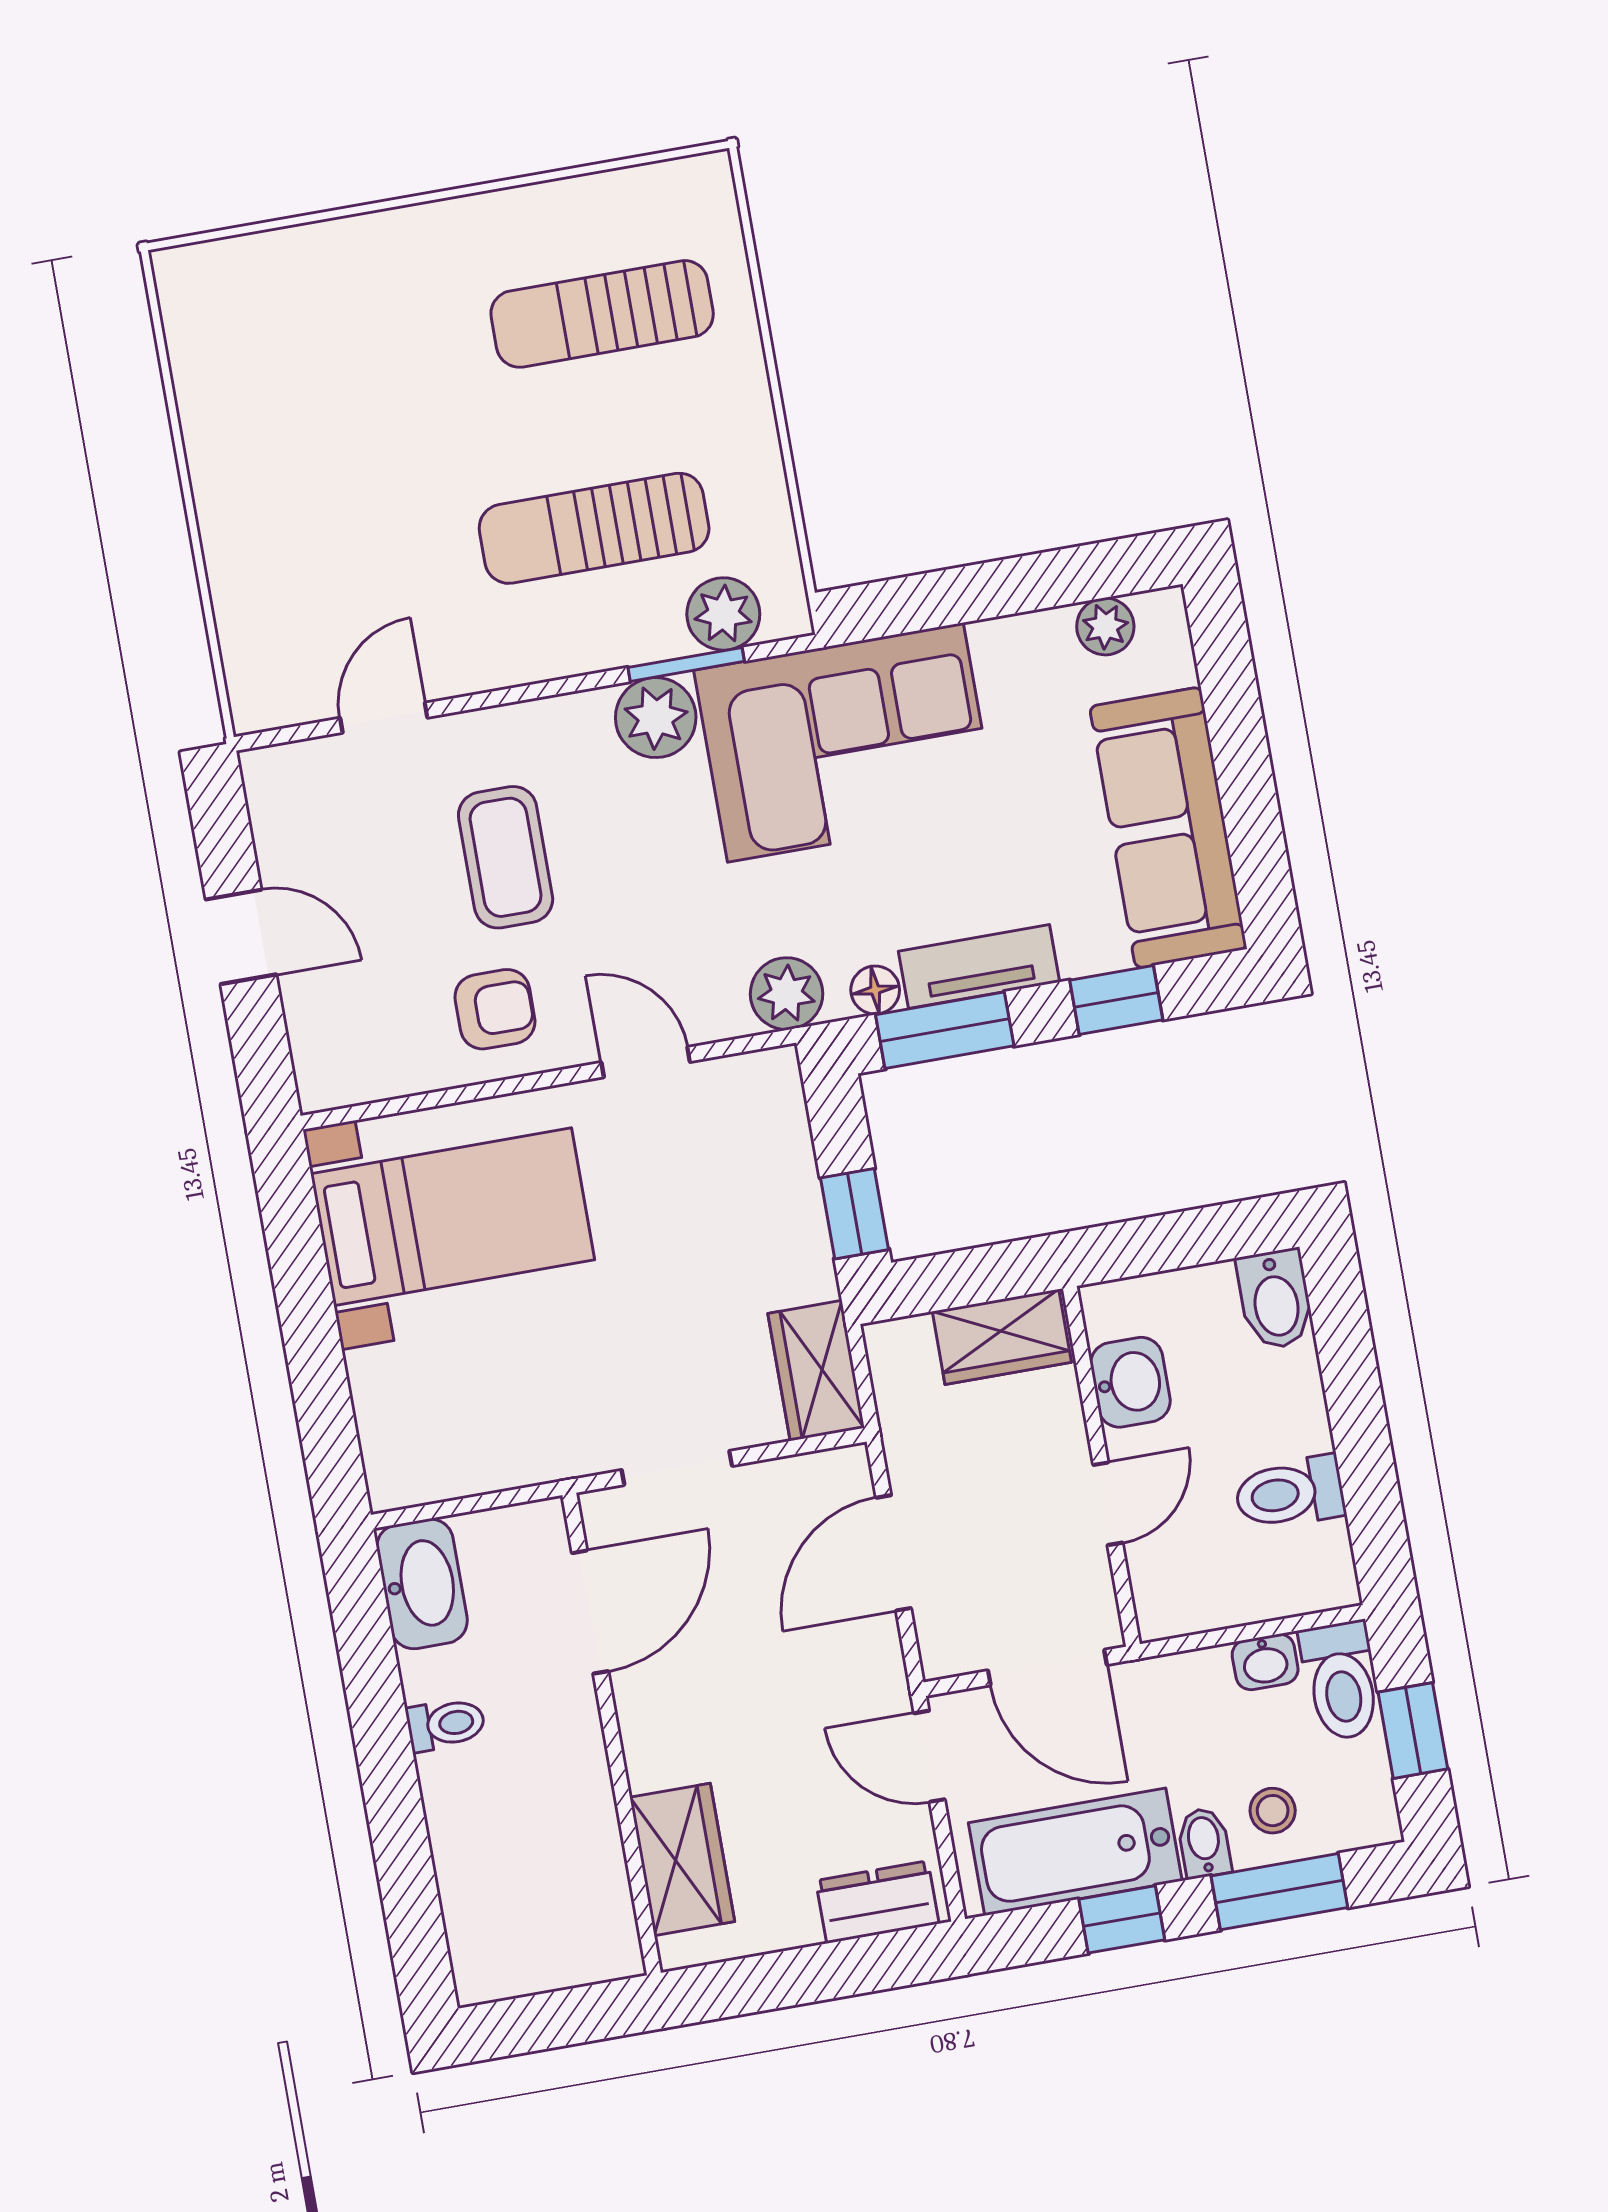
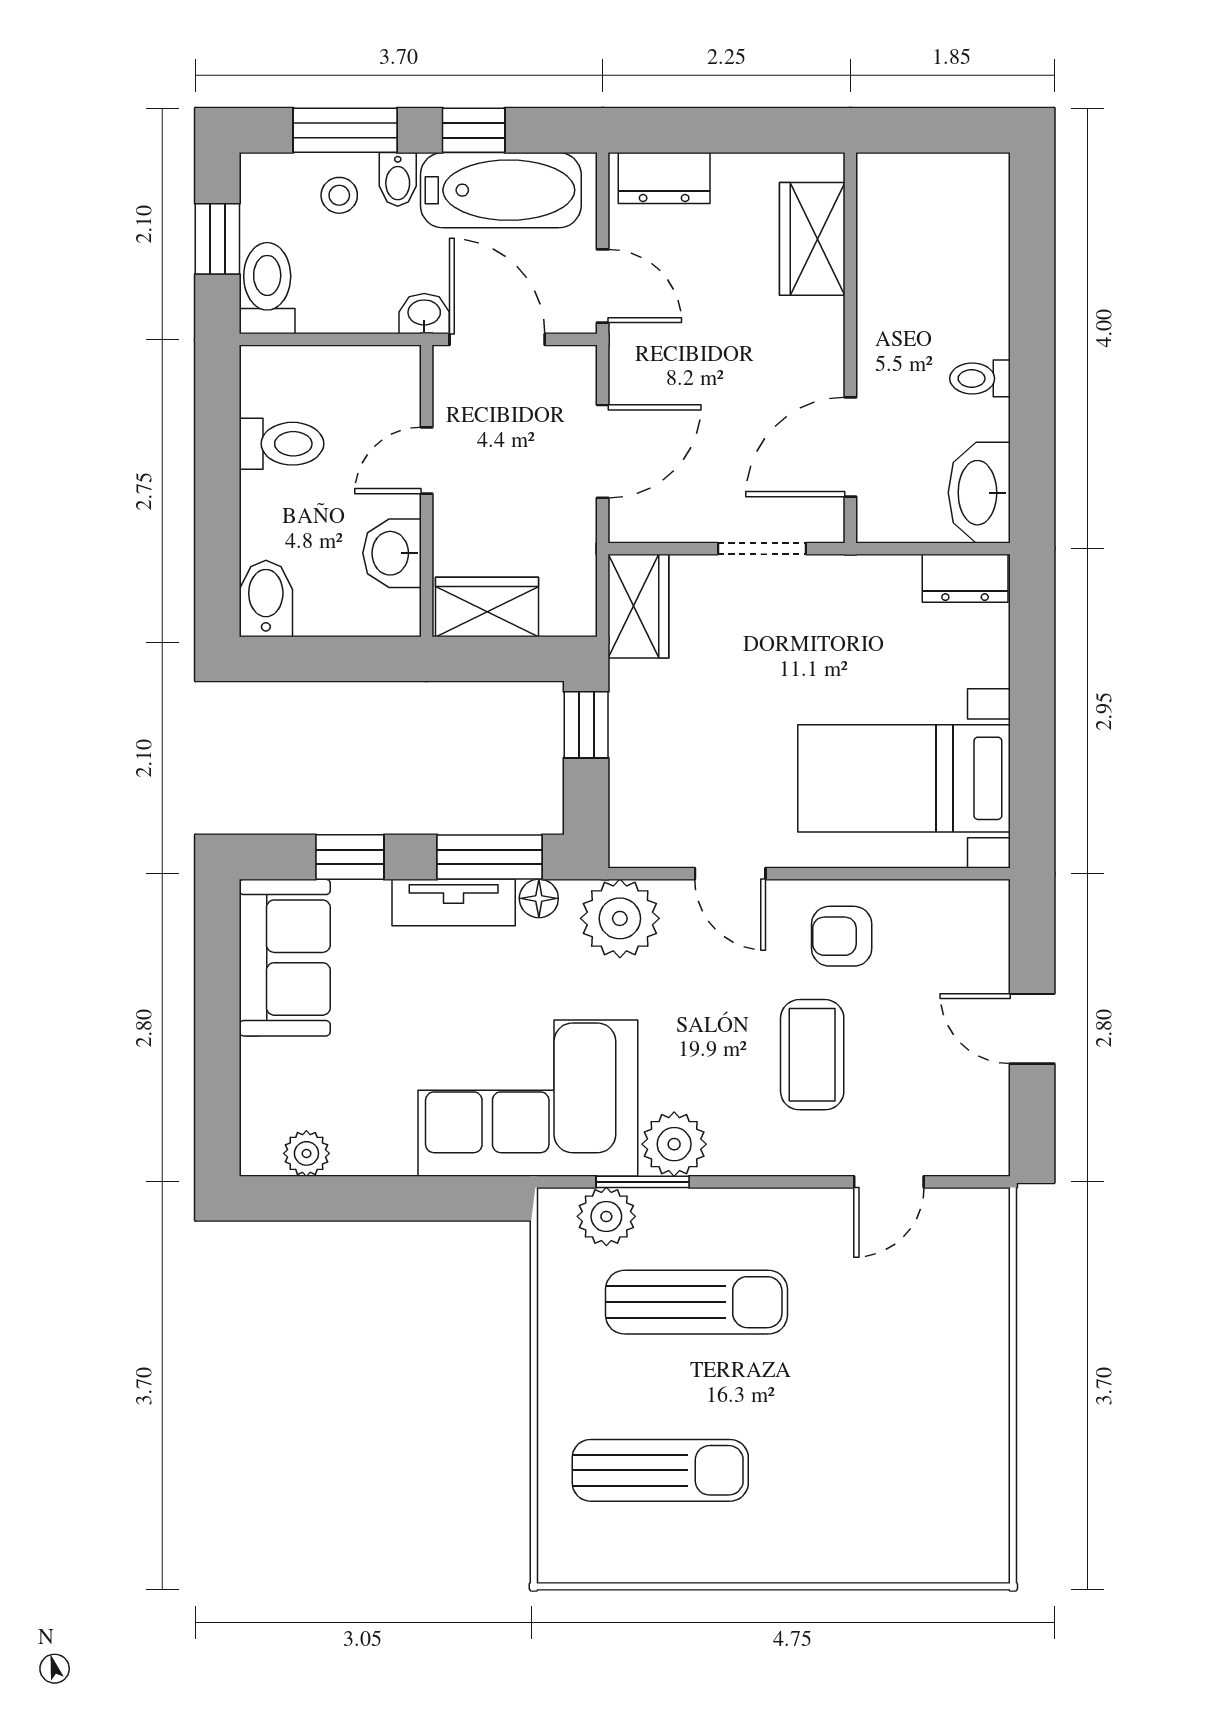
sofa: (1168, 828) -> (285, 958), width x0.73
plant: (787, 994) -> (620, 918), width x1.36, depth x1.36
dresser: (421, 1476) -> (965, 578), added
washbasin: (1265, 1662) -> (424, 314), moved

